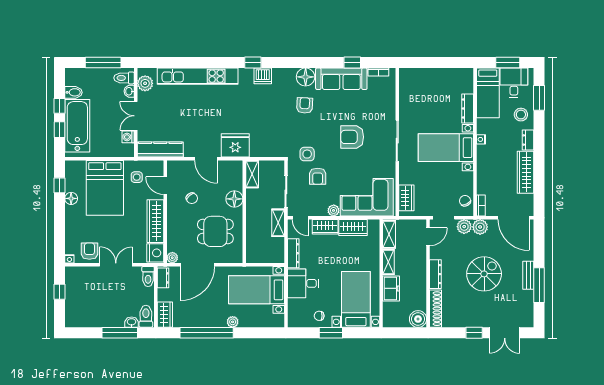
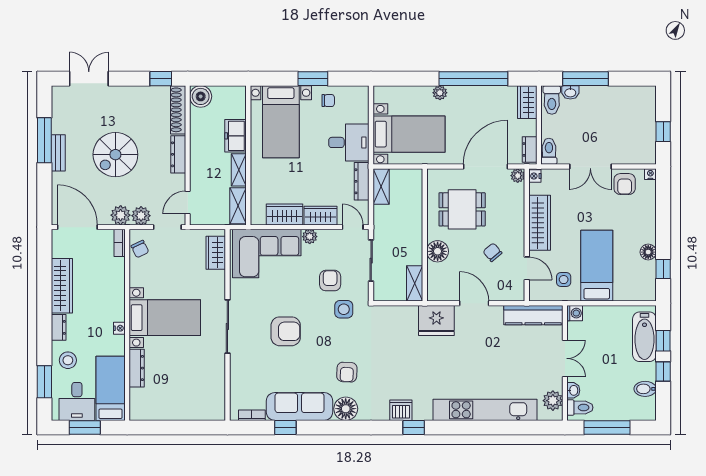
bathtub: (77, 126) -> (644, 337), width x0.73, depth x0.73
washing machine: (128, 137) -> (575, 313), moved
bed: (105, 188) -> (597, 266), width x0.67
shelving: (278, 223) -> (381, 186), moved
nightstand: (155, 253) -> (535, 176), width x0.53, depth x0.56
window: (474, 333) -> (161, 79), moved

